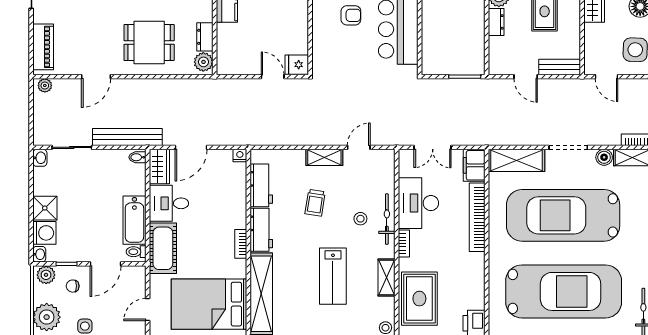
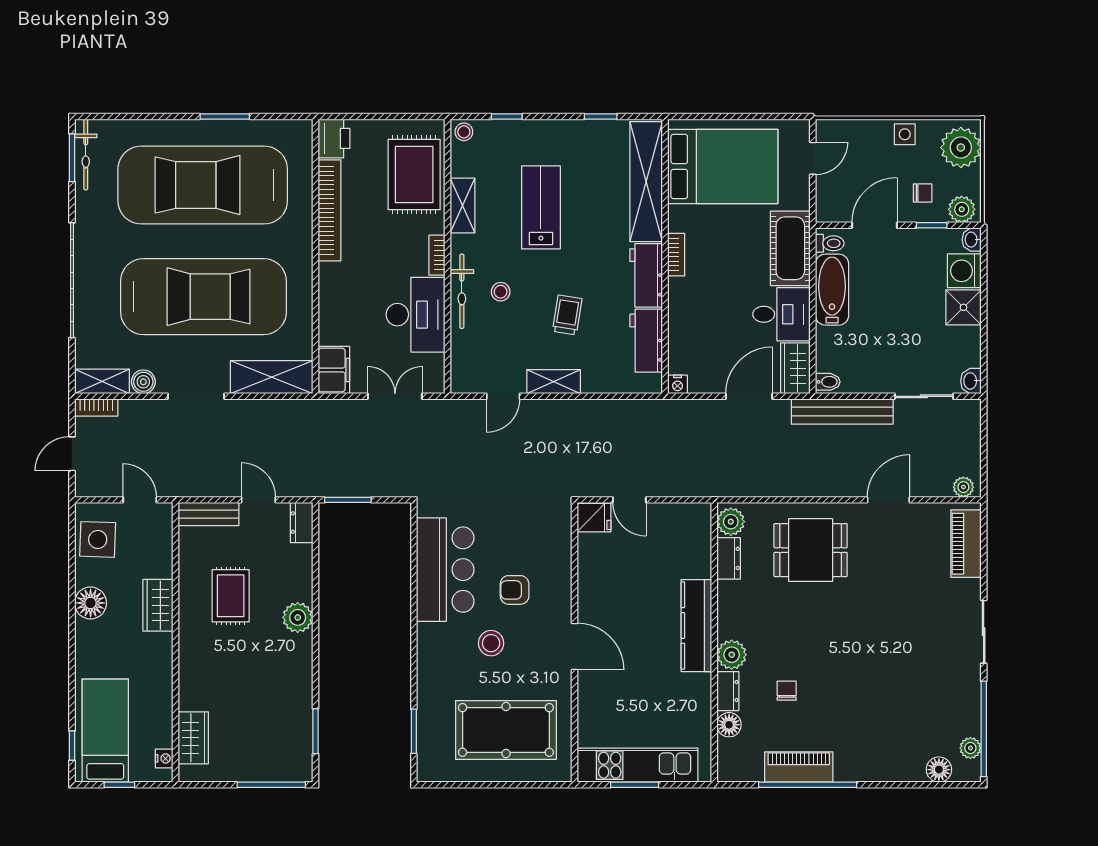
dresser: (496, 22) -> (302, 523), moved
bookcase: (477, 217) -> (329, 210), moved

